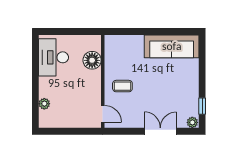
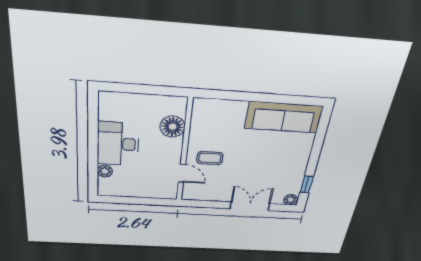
desk: (54, 57) -> (118, 144), moved
door: (103, 114) -> (182, 173), moved

